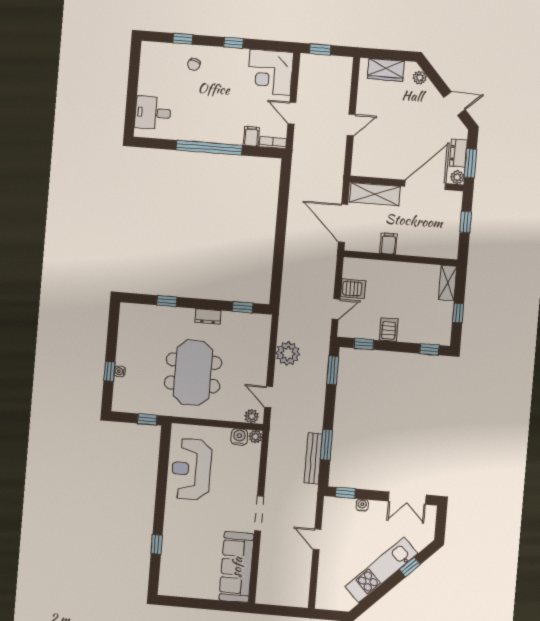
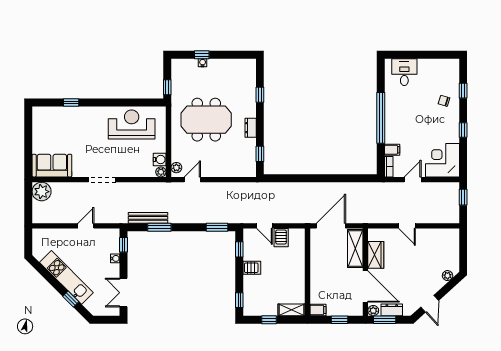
wardrobe: (386, 70) -> (376, 255), moved, turned 180
filing cabinet: (388, 244) -> (318, 310), moved
plant: (288, 353) -> (42, 192), moved
sofa: (237, 567) -> (52, 166), width x0.73

